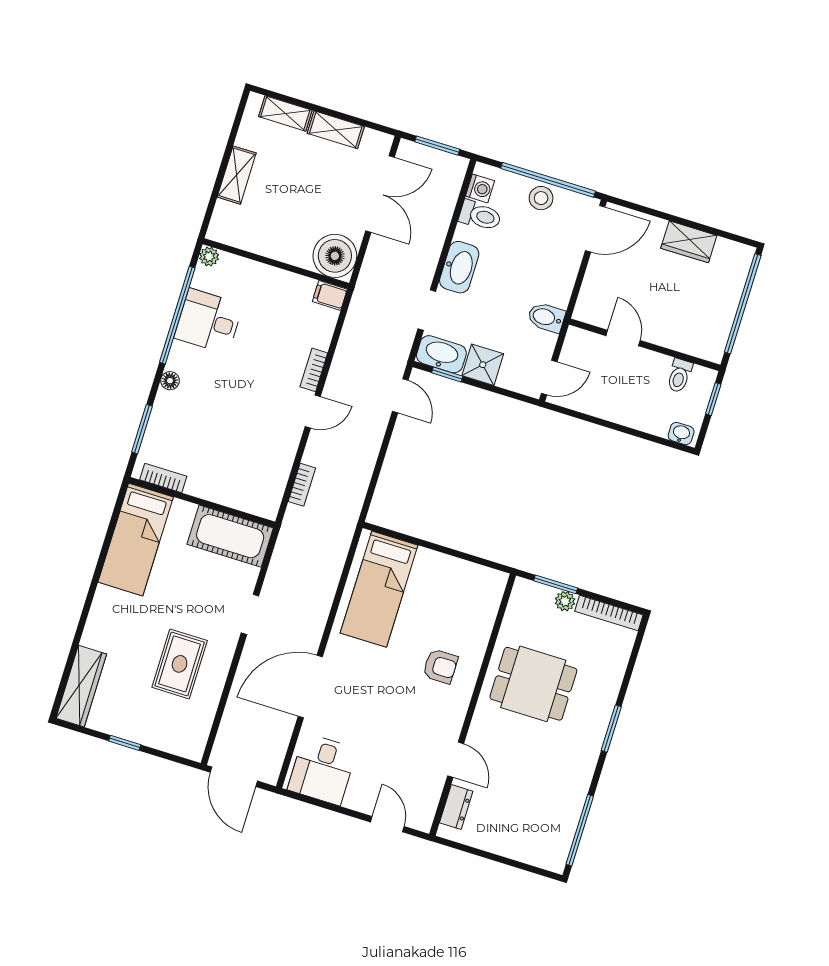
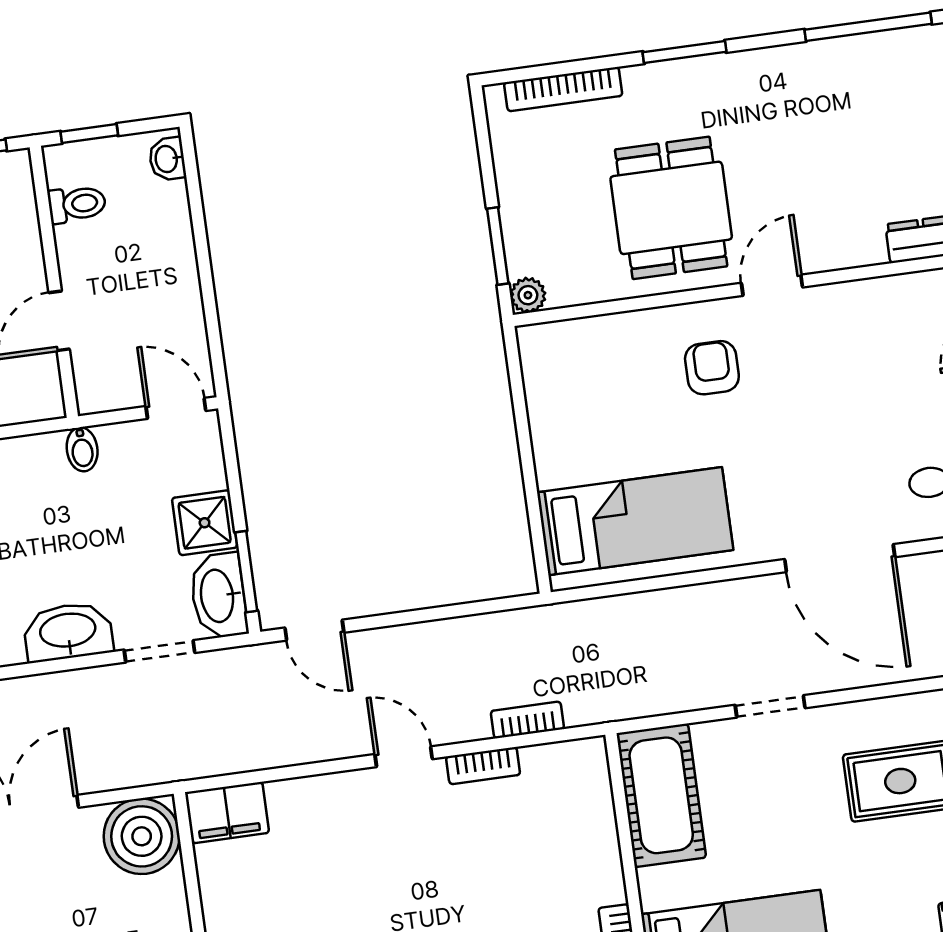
filing cabinet: (330, 295) -> (227, 813), width x2.00
bidet: (546, 317) -> (82, 449), width x0.72, depth x0.74
bookcase: (314, 370) -> (483, 766), moved
window: (447, 375) -> (246, 572), width x1.50
door: (400, 396) -> (314, 630), swing flipped
plant: (565, 601) -> (528, 295), moved
bookcase: (609, 613) -> (563, 89), moved, turned 90
door: (456, 760) -> (772, 285), moved

